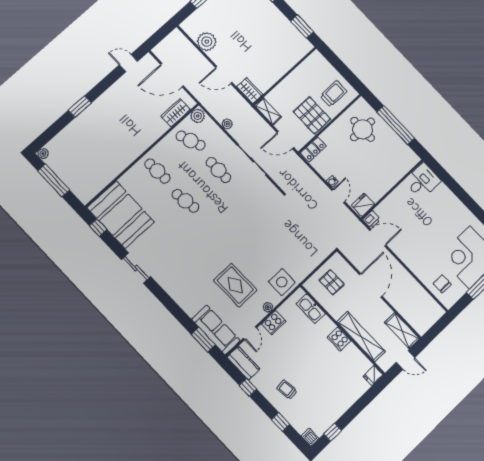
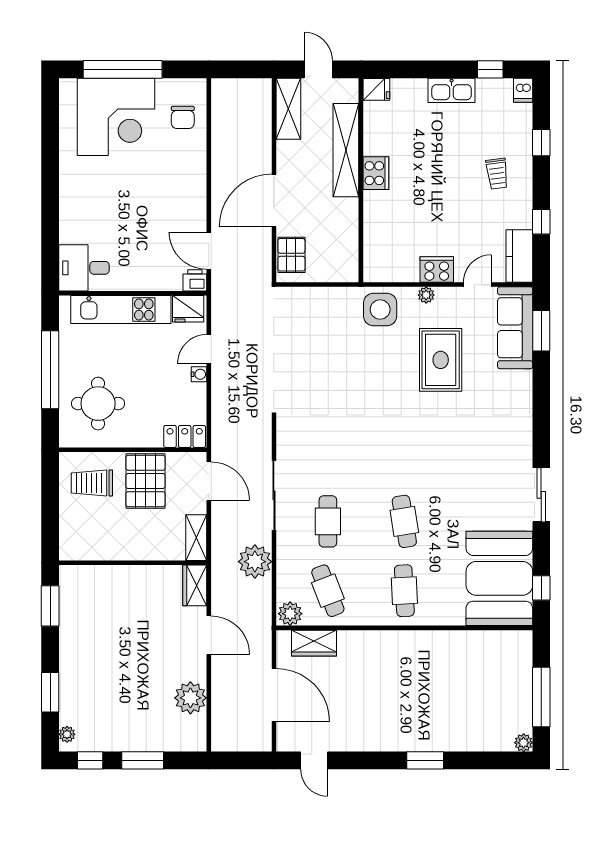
plant: (227, 124) -> (255, 562), width x1.88, depth x1.88
kitchen unit: (391, 178) -> (121, 309), added
pallet: (332, 282) -> (291, 255), moved
kitchen sink: (311, 309) -> (452, 90), moved, turned 90

